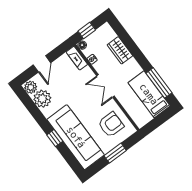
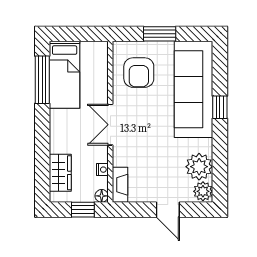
wardrobe: (120, 50) -> (60, 173), moved
door: (42, 64) -> (168, 210), swing flipped
double door: (106, 86) -> (110, 125), swing flipped
armchair: (111, 125) -> (139, 73), turned -90

